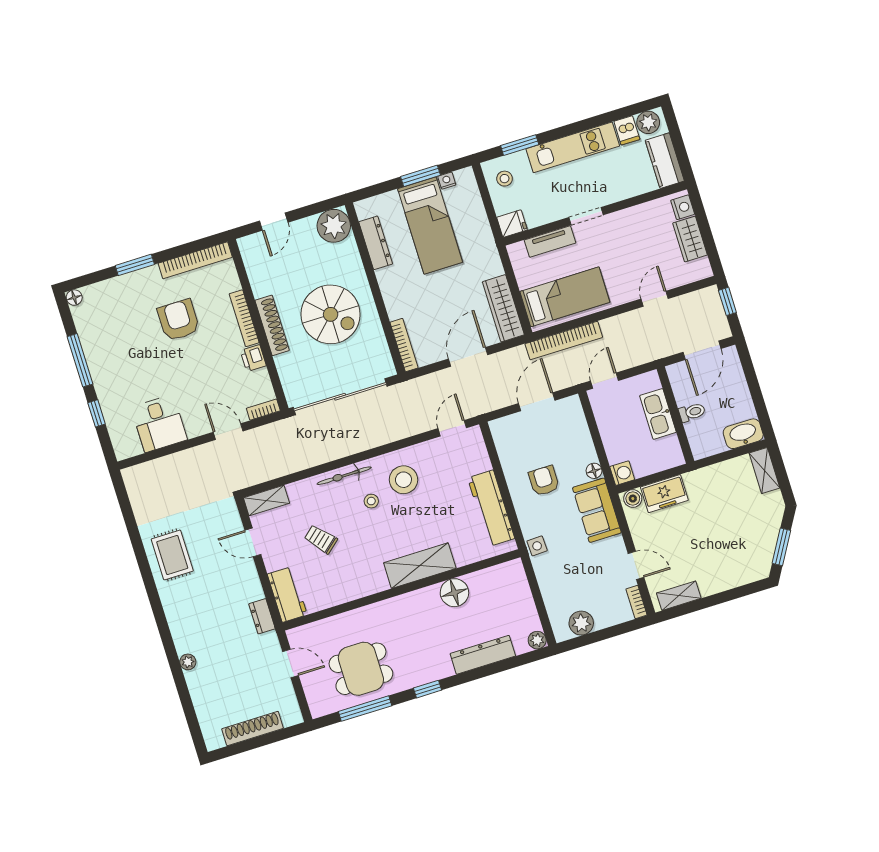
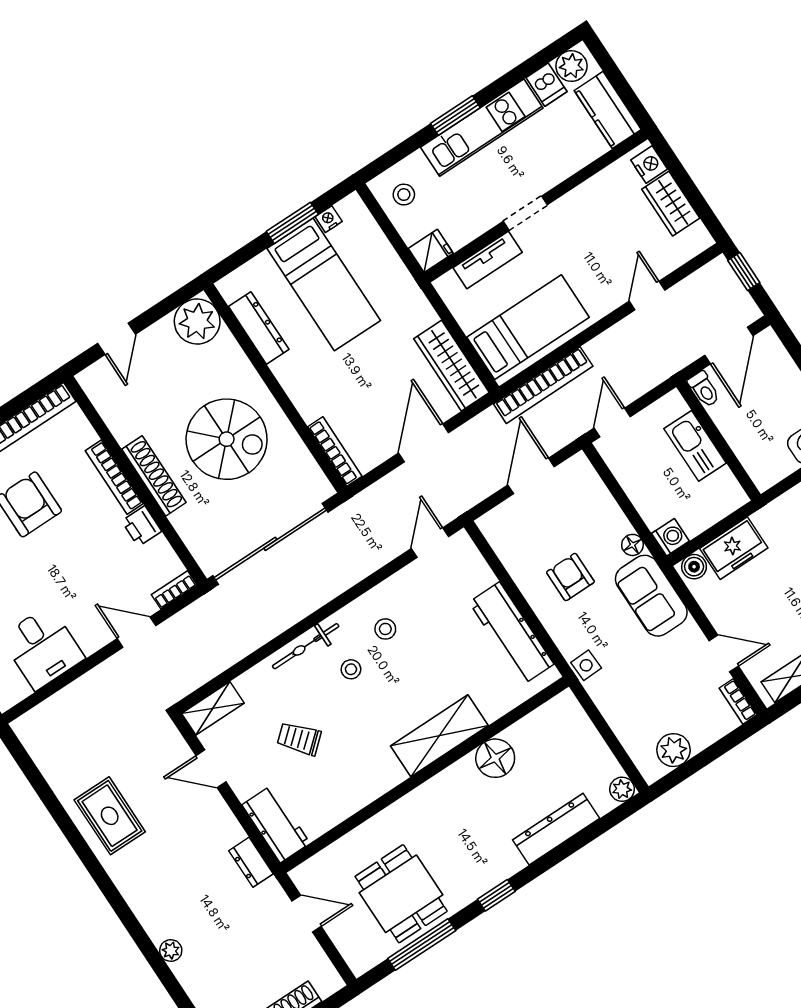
window: (520, 145) -> (455, 115), moved
toilet: (692, 412) -> (704, 389), moved, turned 90
stool: (403, 480) -> (385, 629), width x0.53, depth x0.53
dining table: (361, 669) -> (401, 894), turned 90

